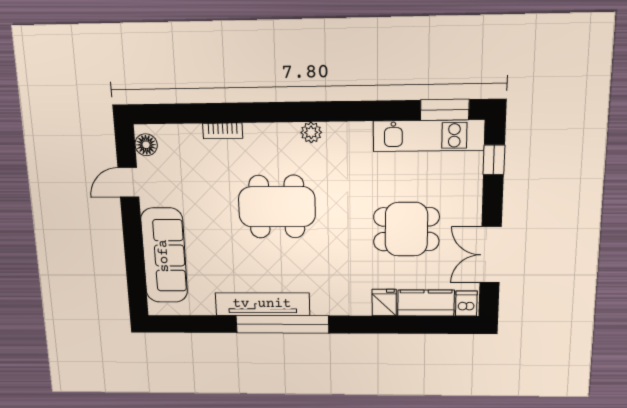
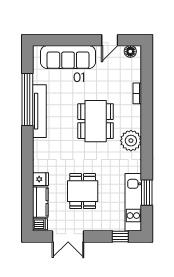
window: (445, 110) -> (147, 193), moved
plant: (311, 132) -> (131, 141), width x1.88, depth x1.88
door: (128, 182) -> (110, 40), swing flipped
double door: (491, 255) -> (68, 236), swing flipped
window: (282, 324) -> (27, 100), moved

